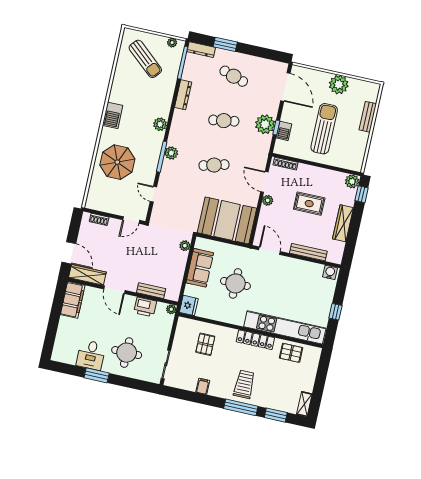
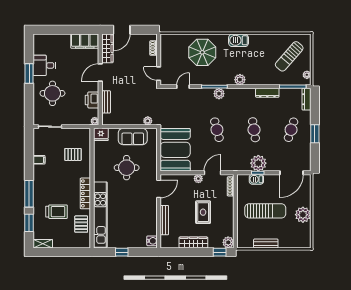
window: (225, 44) -> (315, 134), moved
bench: (368, 117) -> (266, 243), moved
trolley: (244, 384) -> (57, 212), moved

